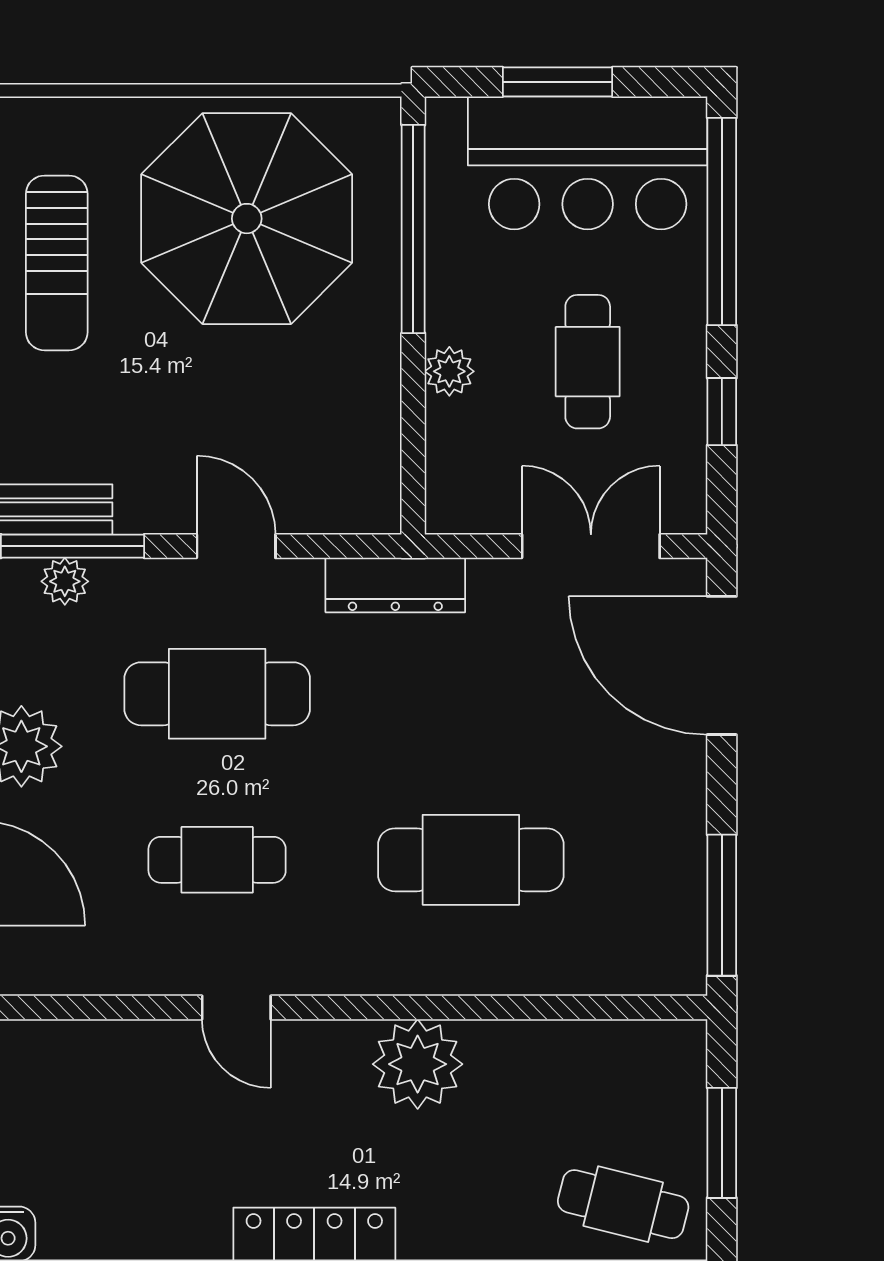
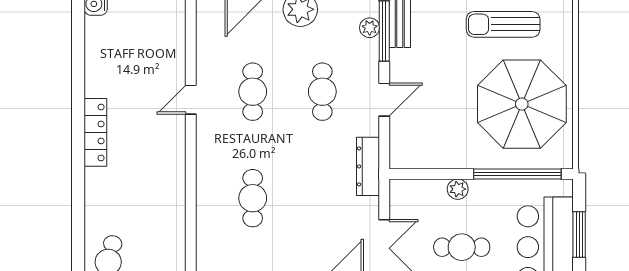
cafe table: (217, 694) -> (322, 92), width x0.73, depth x0.74
cafe table: (471, 860) -> (253, 198), width x0.73, depth x0.74
plant: (418, 1064) -> (167, 176), removed

